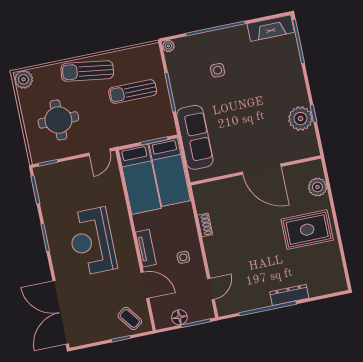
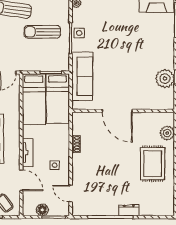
side table: (218, 70) -> (79, 33), moved
door: (262, 169) -> (117, 111), moved
rug: (307, 230) -> (153, 164), turned 90
door: (211, 289) -> (71, 194), swing flipped
dresser: (289, 295) -> (129, 210), width x0.70

